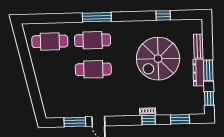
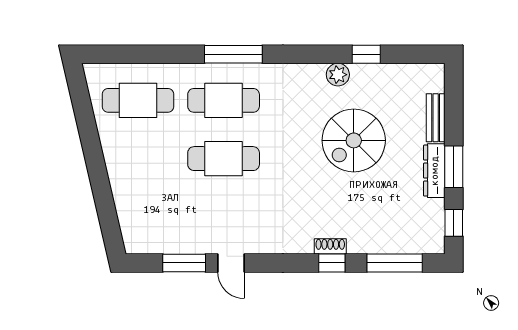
plant: (149, 26) -> (338, 75), added
spiral stairs: (158, 59) -> (354, 140), width x0.73, depth x0.73
window: (180, 119) -> (395, 263), width x1.44

